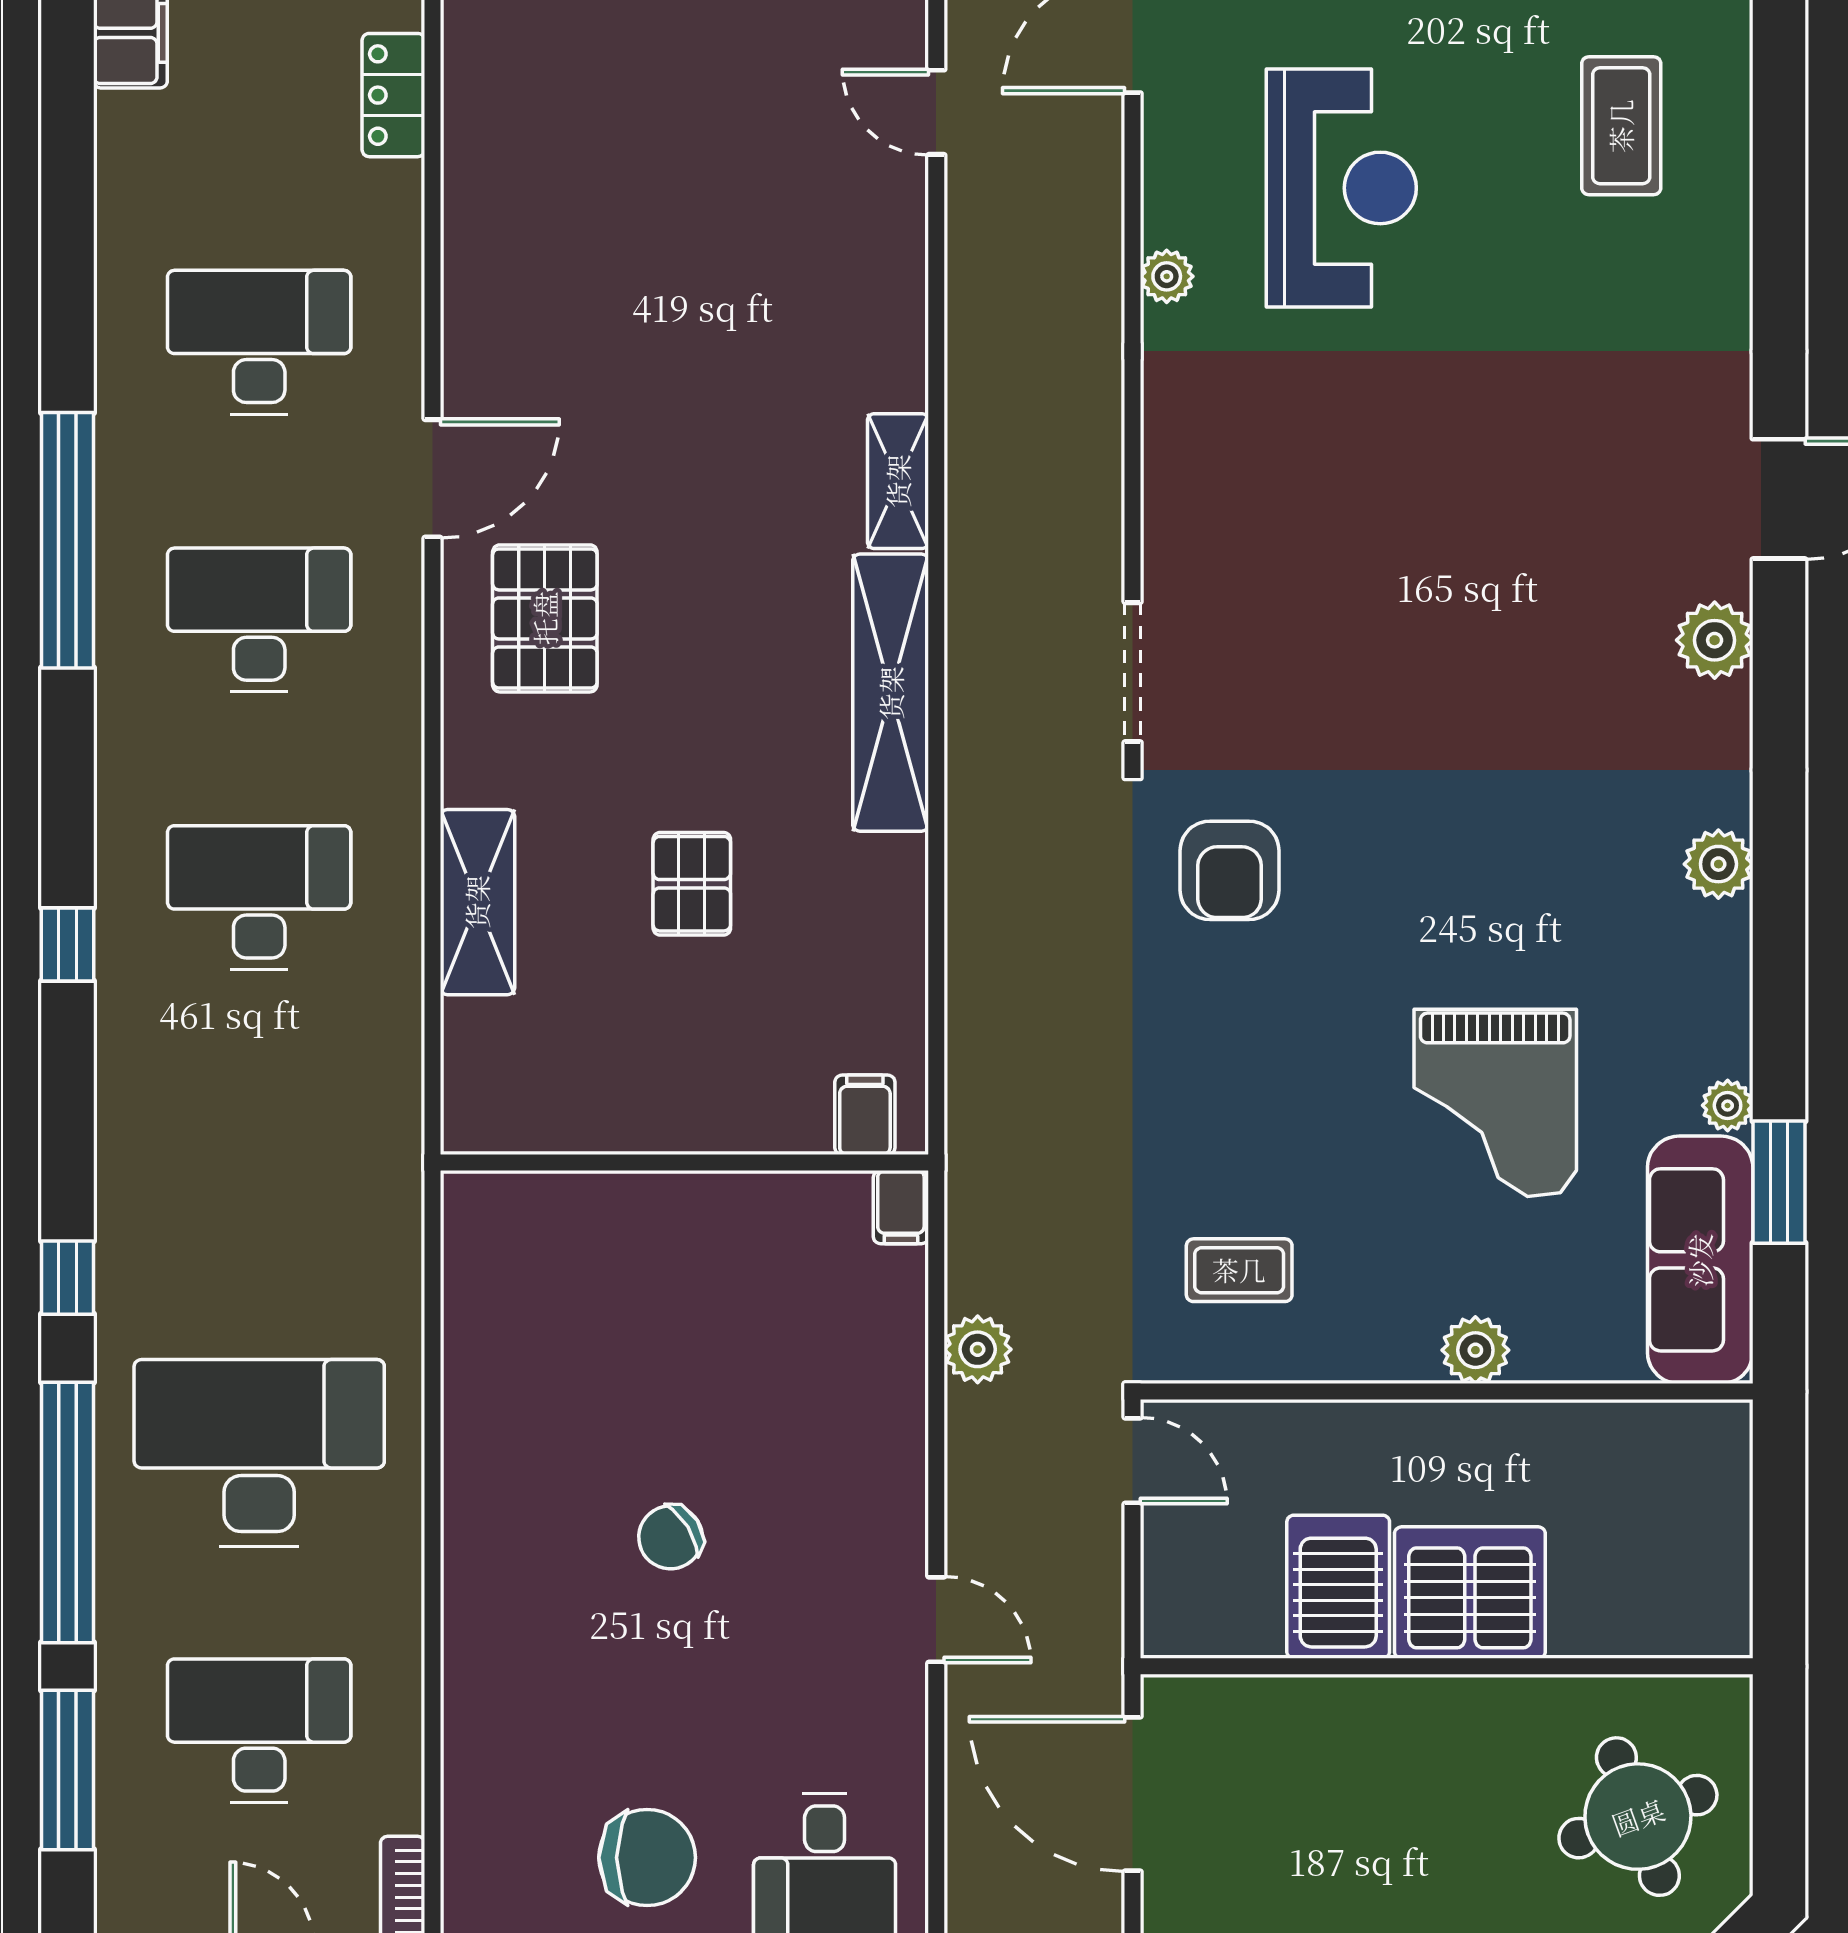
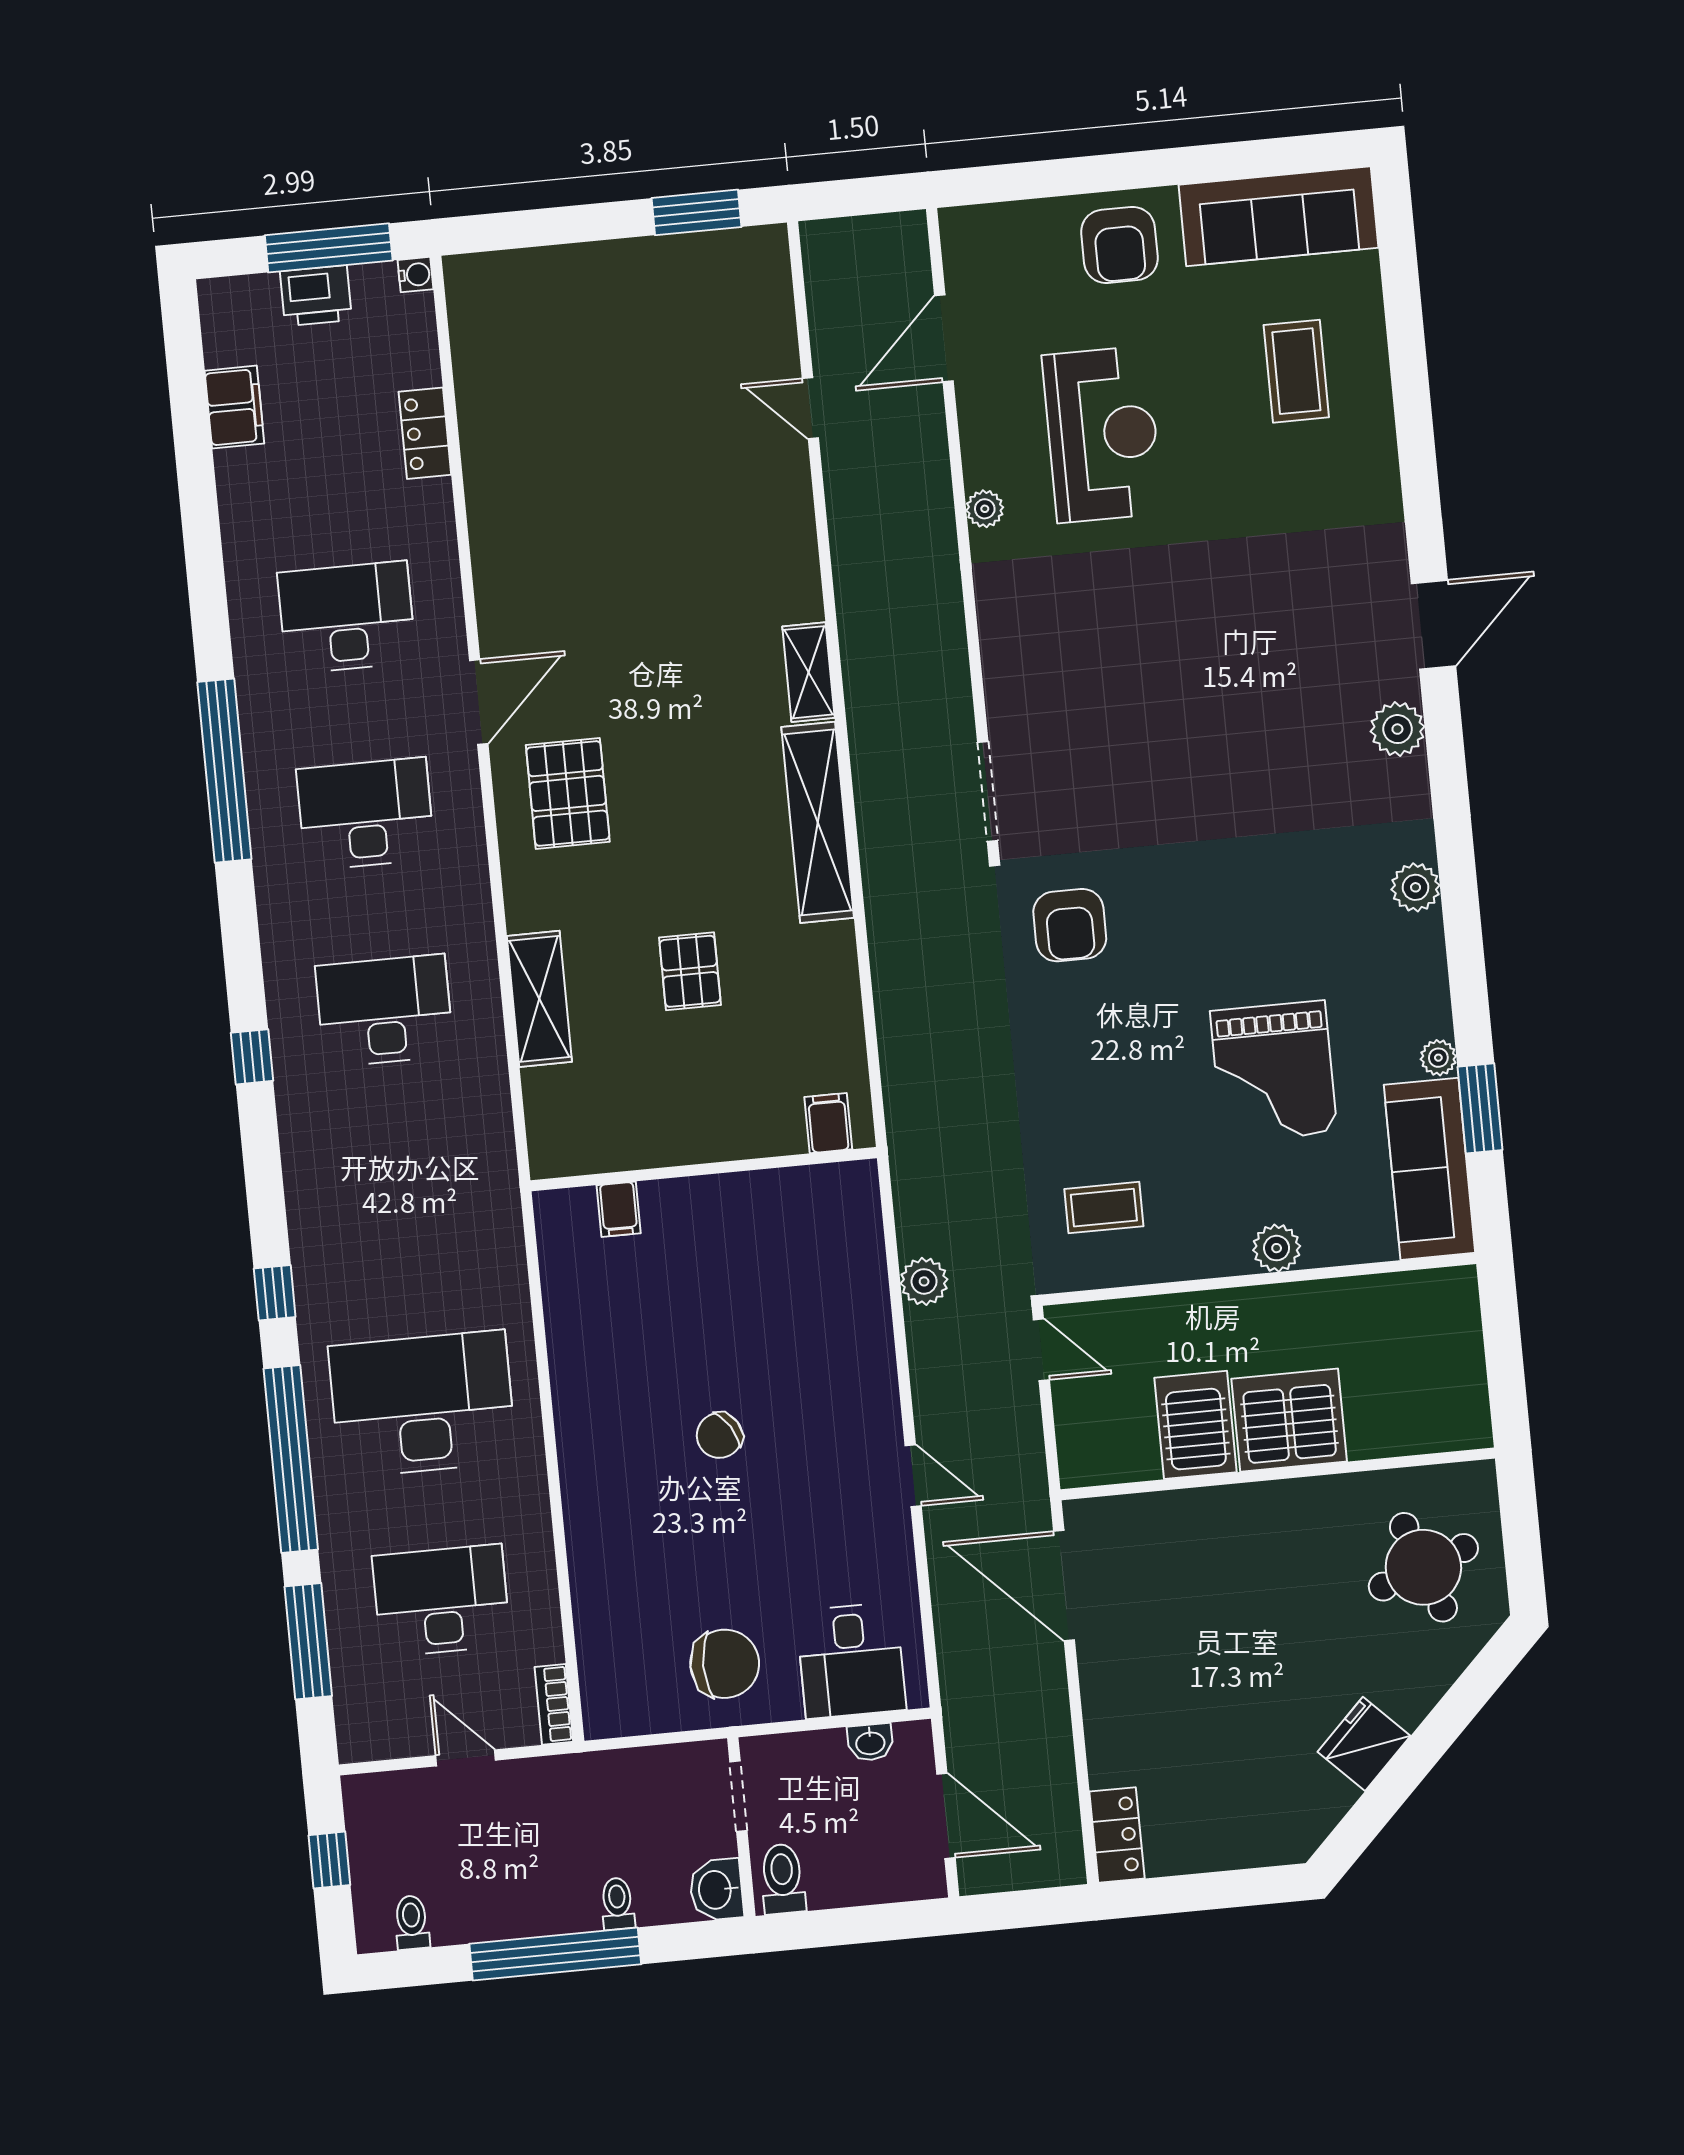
filing cabinet: (901, 1207) -> (619, 1209), moved

